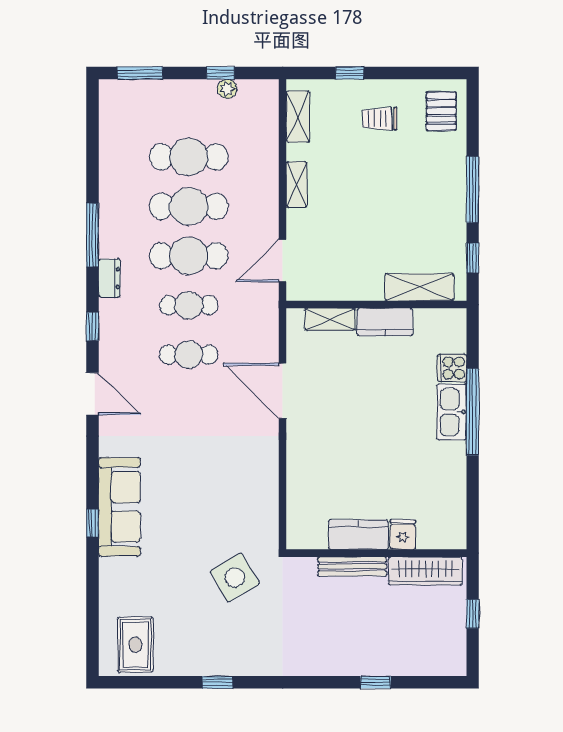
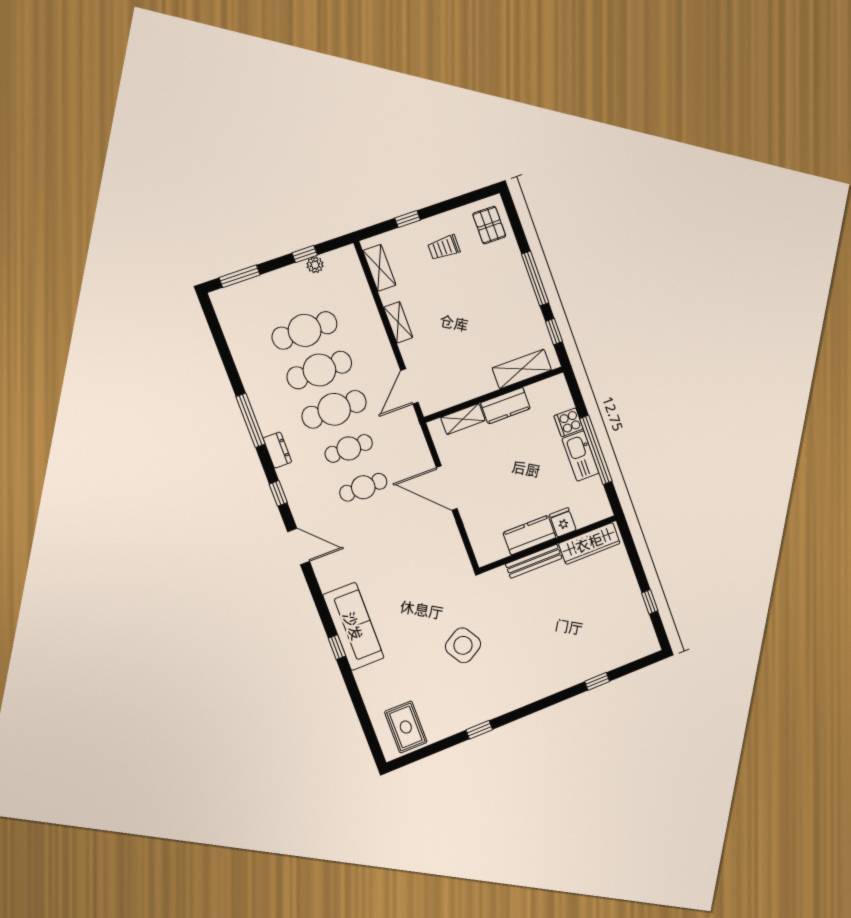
fridge: (403, 534) -> (563, 522), moved
kitchen counter: (358, 535) -> (530, 535), moved
wall: (376, 553) -> (548, 544), moved
bench: (352, 566) -> (534, 561), moved
wardrobe: (425, 571) -> (589, 543), moved

